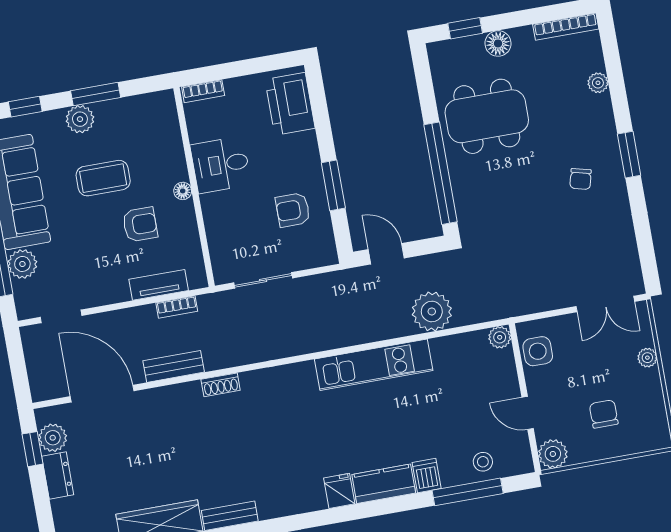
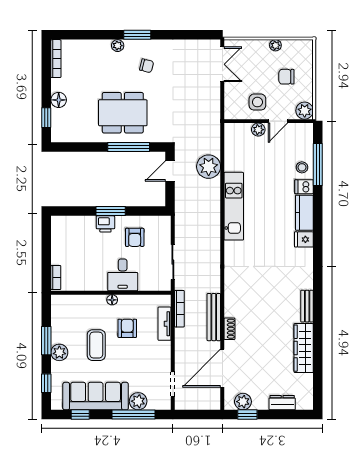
plant: (598, 83) -> (118, 46), moved
printer: (290, 104) -> (105, 224), moved, width x0.53, depth x0.68
dining table: (487, 116) -> (123, 113), moved, turned 90
desk: (221, 165) -> (123, 275), moved
window: (441, 173) -> (129, 147), width x0.68
window: (333, 185) -> (111, 211), moved
door: (386, 254) -> (170, 171), moved
bookcase: (177, 307) -> (179, 309), width x1.56
plant: (500, 337) -> (258, 130), moved
side table: (538, 351) -> (257, 102), moved
plant: (647, 358) -> (275, 45), moved
bench: (174, 366) -> (214, 317), width x1.36
shoe rack: (221, 385) -> (229, 329), moved
stool: (483, 462) -> (302, 167), moved
dresser: (58, 476) -> (282, 403), moved

